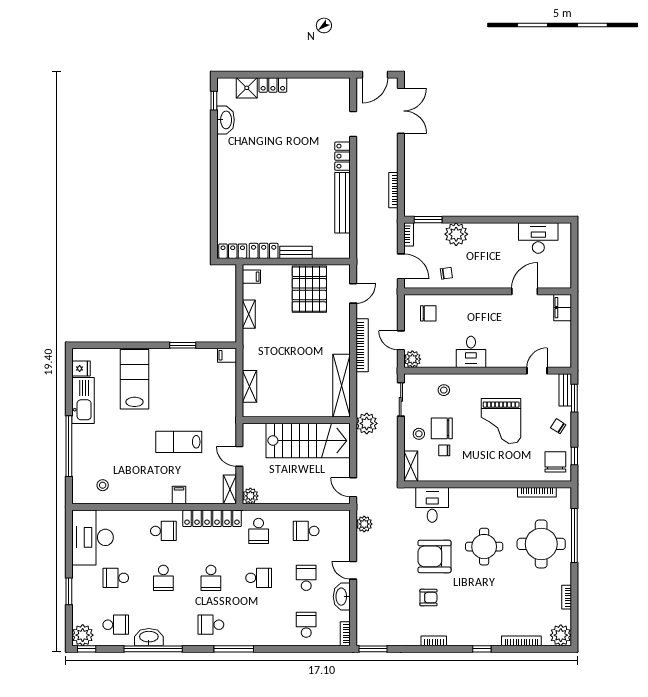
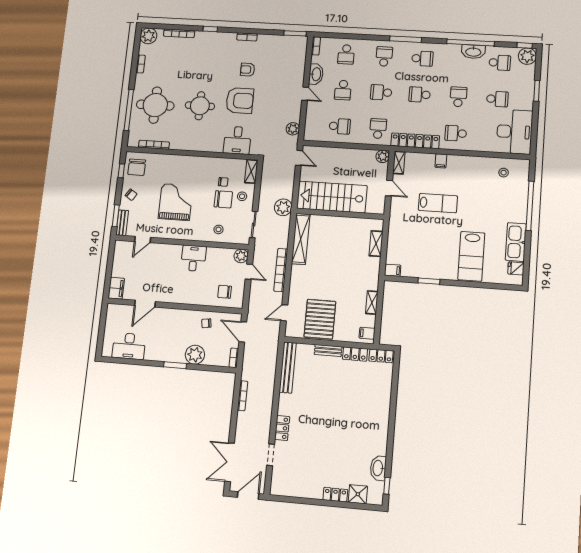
bench: (343, 203) -> (288, 367), moved
window: (428, 220) -> (175, 365), moved
school desk: (211, 578) -> (420, 95), turned -90
school desk: (116, 625) -> (500, 63), turned 180
school desk: (259, 625) -> (384, 56), added

